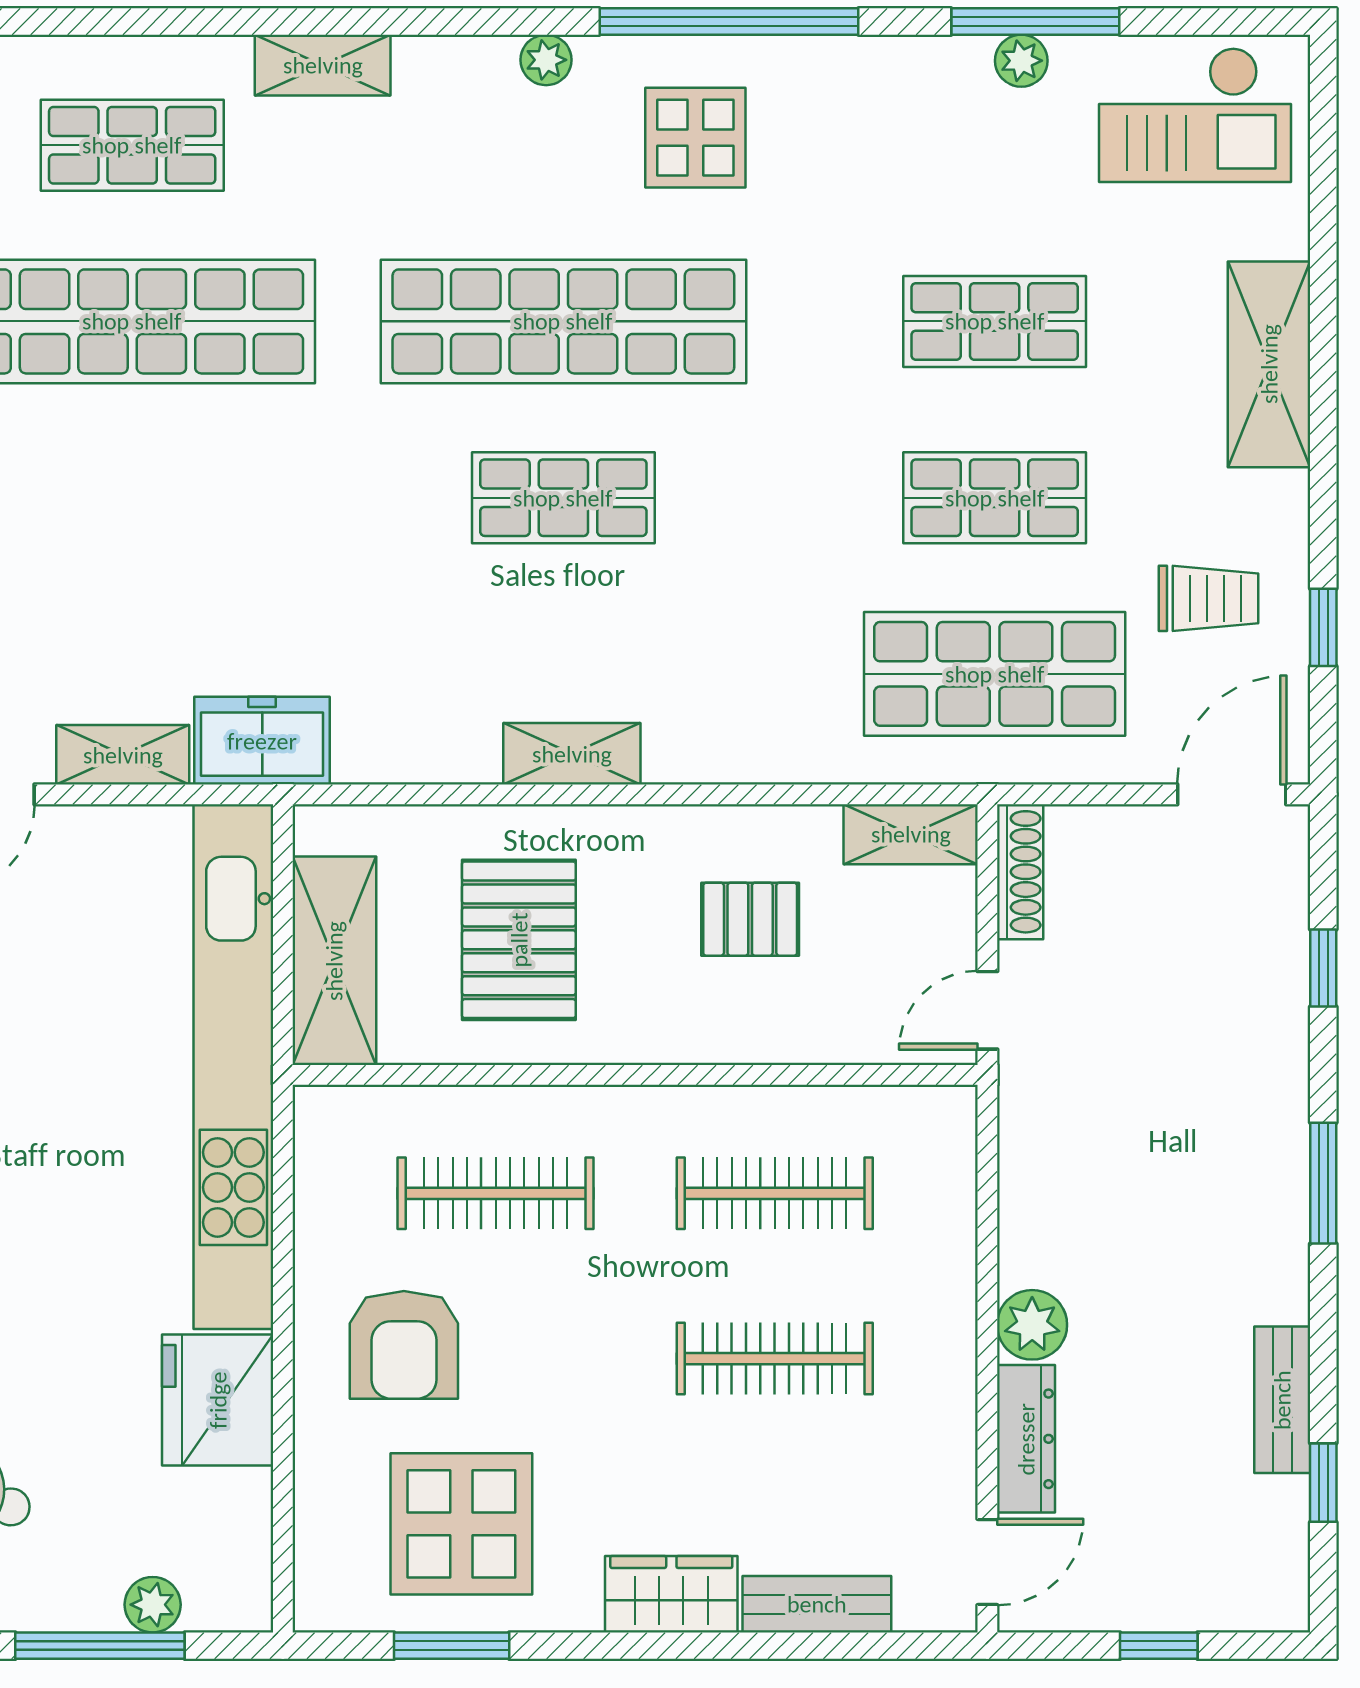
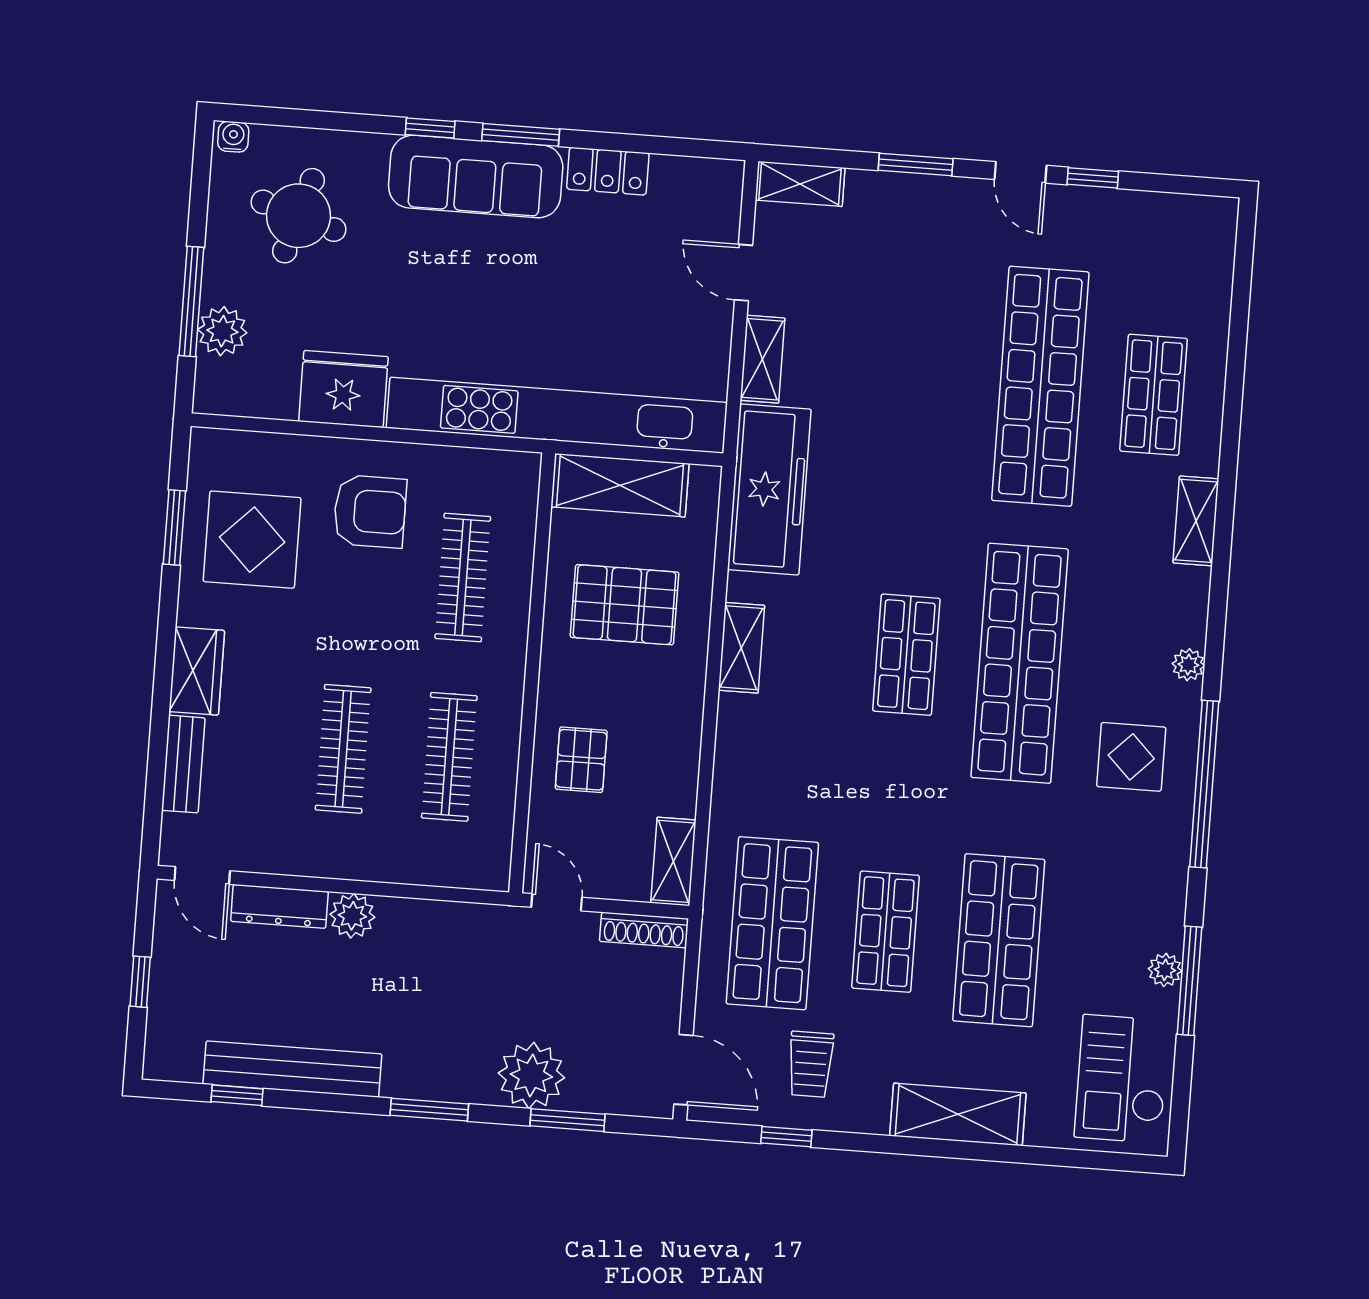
shop shelf: (995, 321) -> (999, 940), width x1.43, depth x1.36
freezer: (262, 741) -> (769, 489), width x1.91, depth x1.26
pallet: (750, 919) -> (581, 760), moved
window: (1323, 968) -> (568, 1120), width x1.50
plant: (1258, 1029) -> (531, 1075), added
armchair: (404, 1345) -> (370, 511), turned 180
bench: (1282, 1400) -> (292, 1069), width x1.86, depth x1.21
plant: (153, 1605) -> (222, 331), width x1.38, depth x1.38

